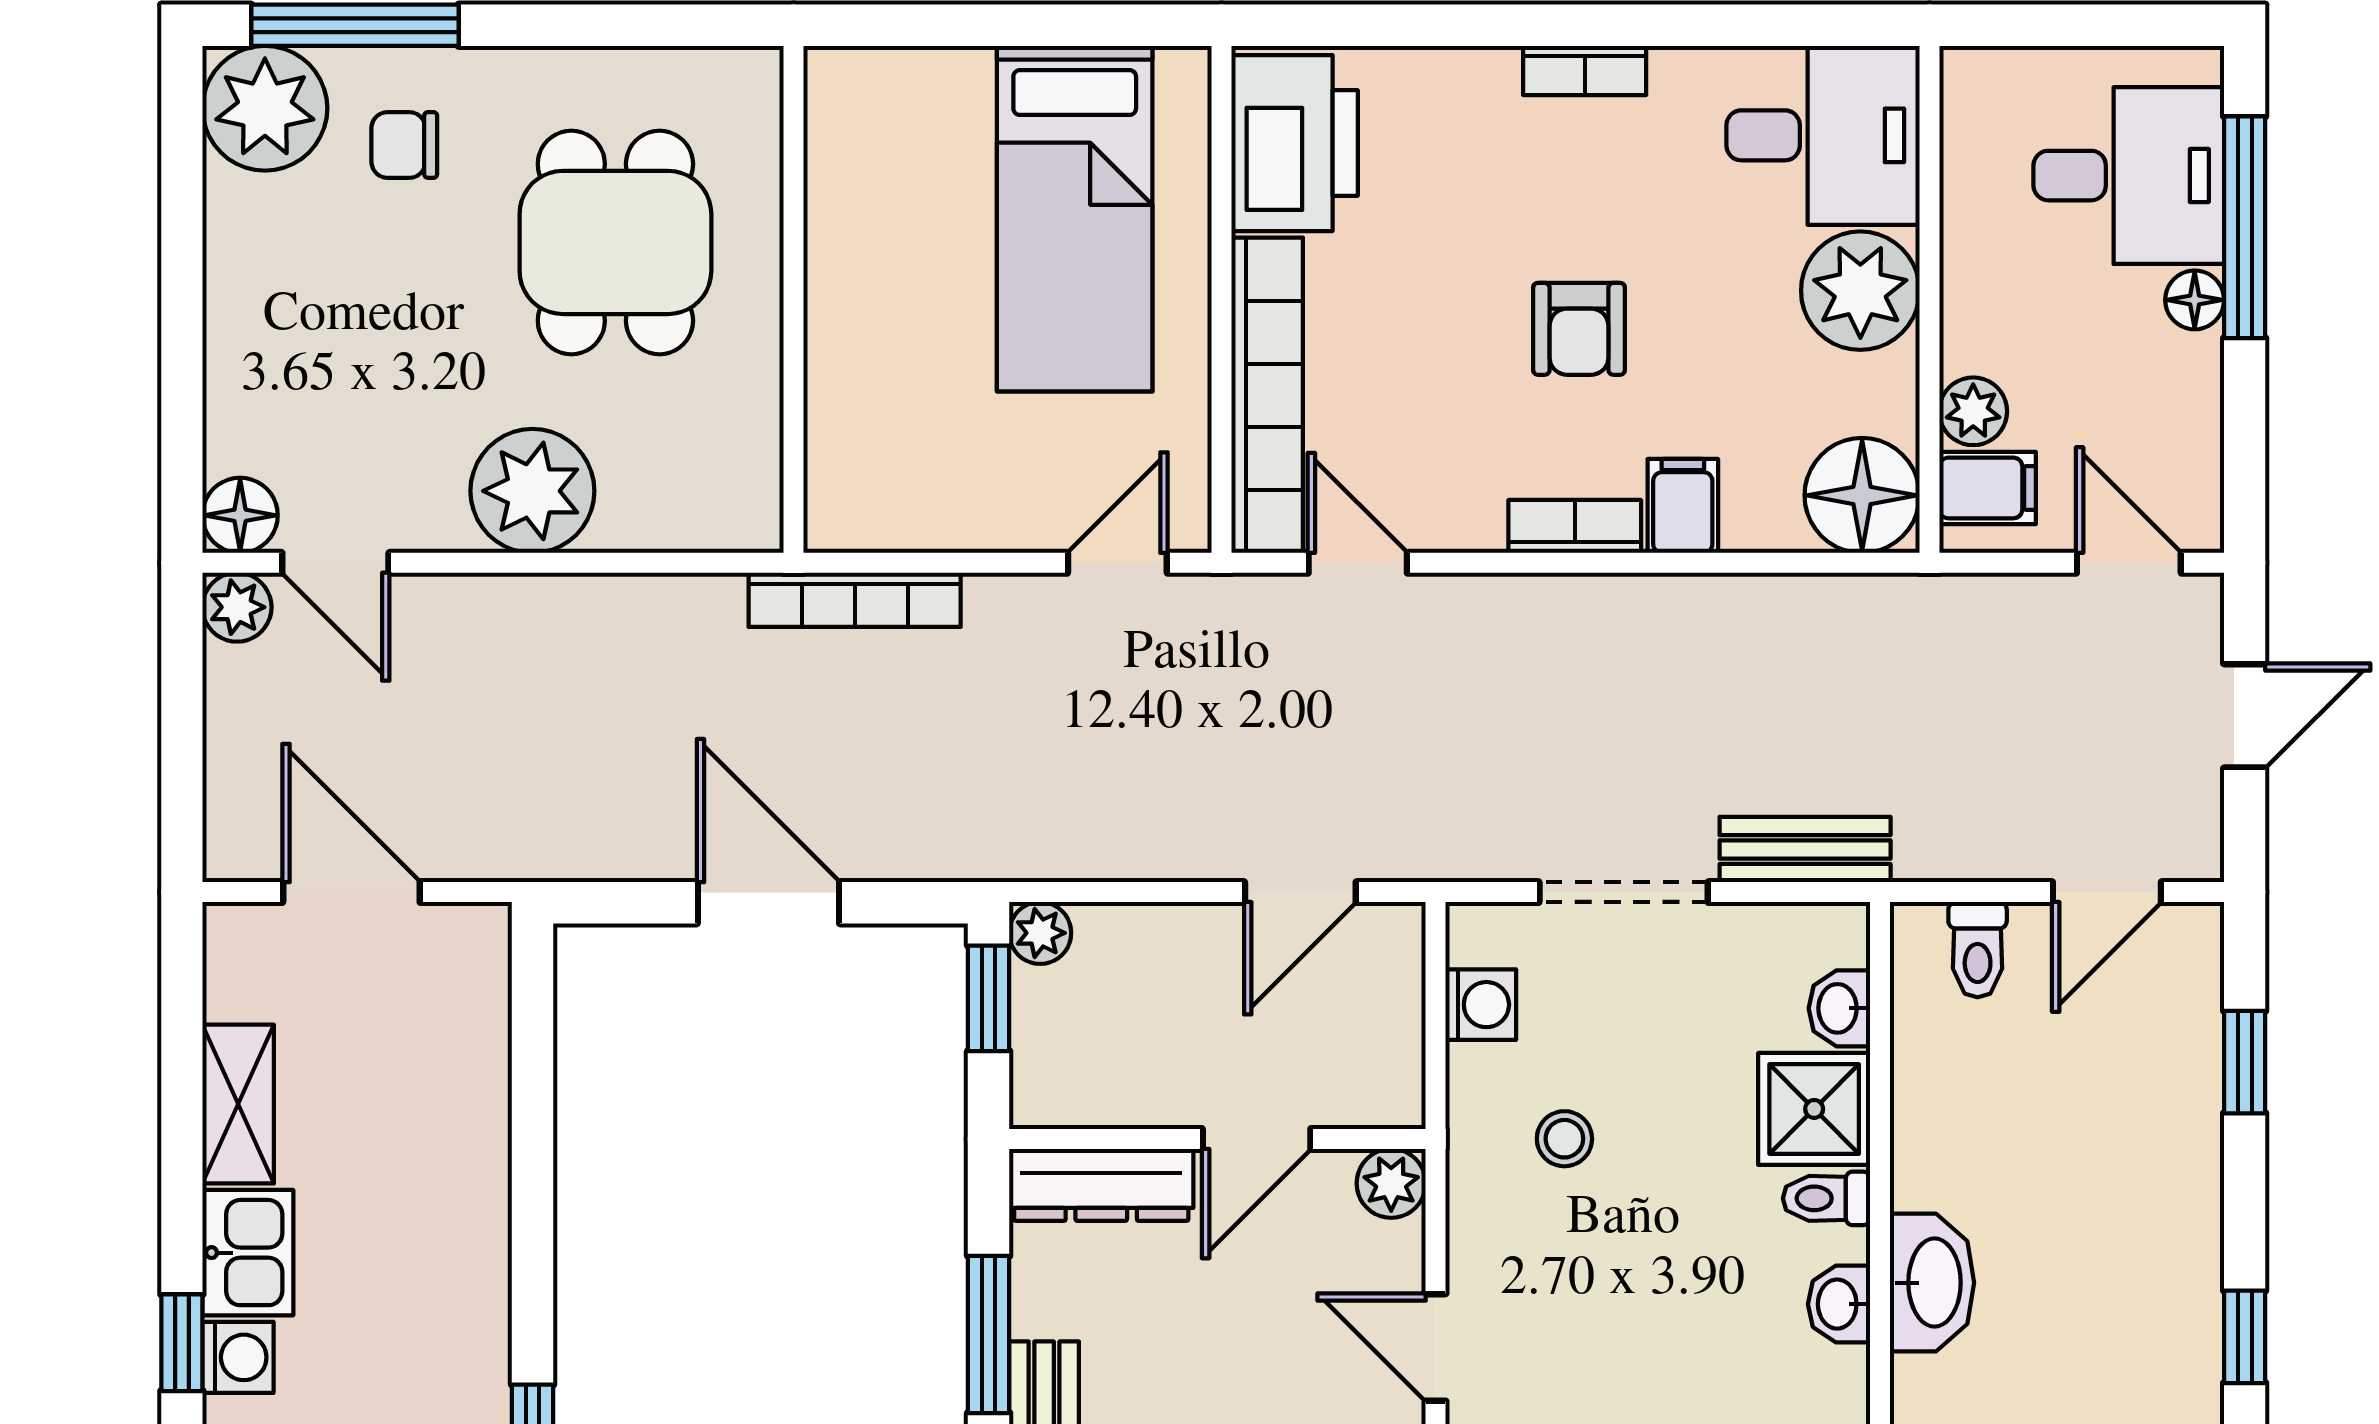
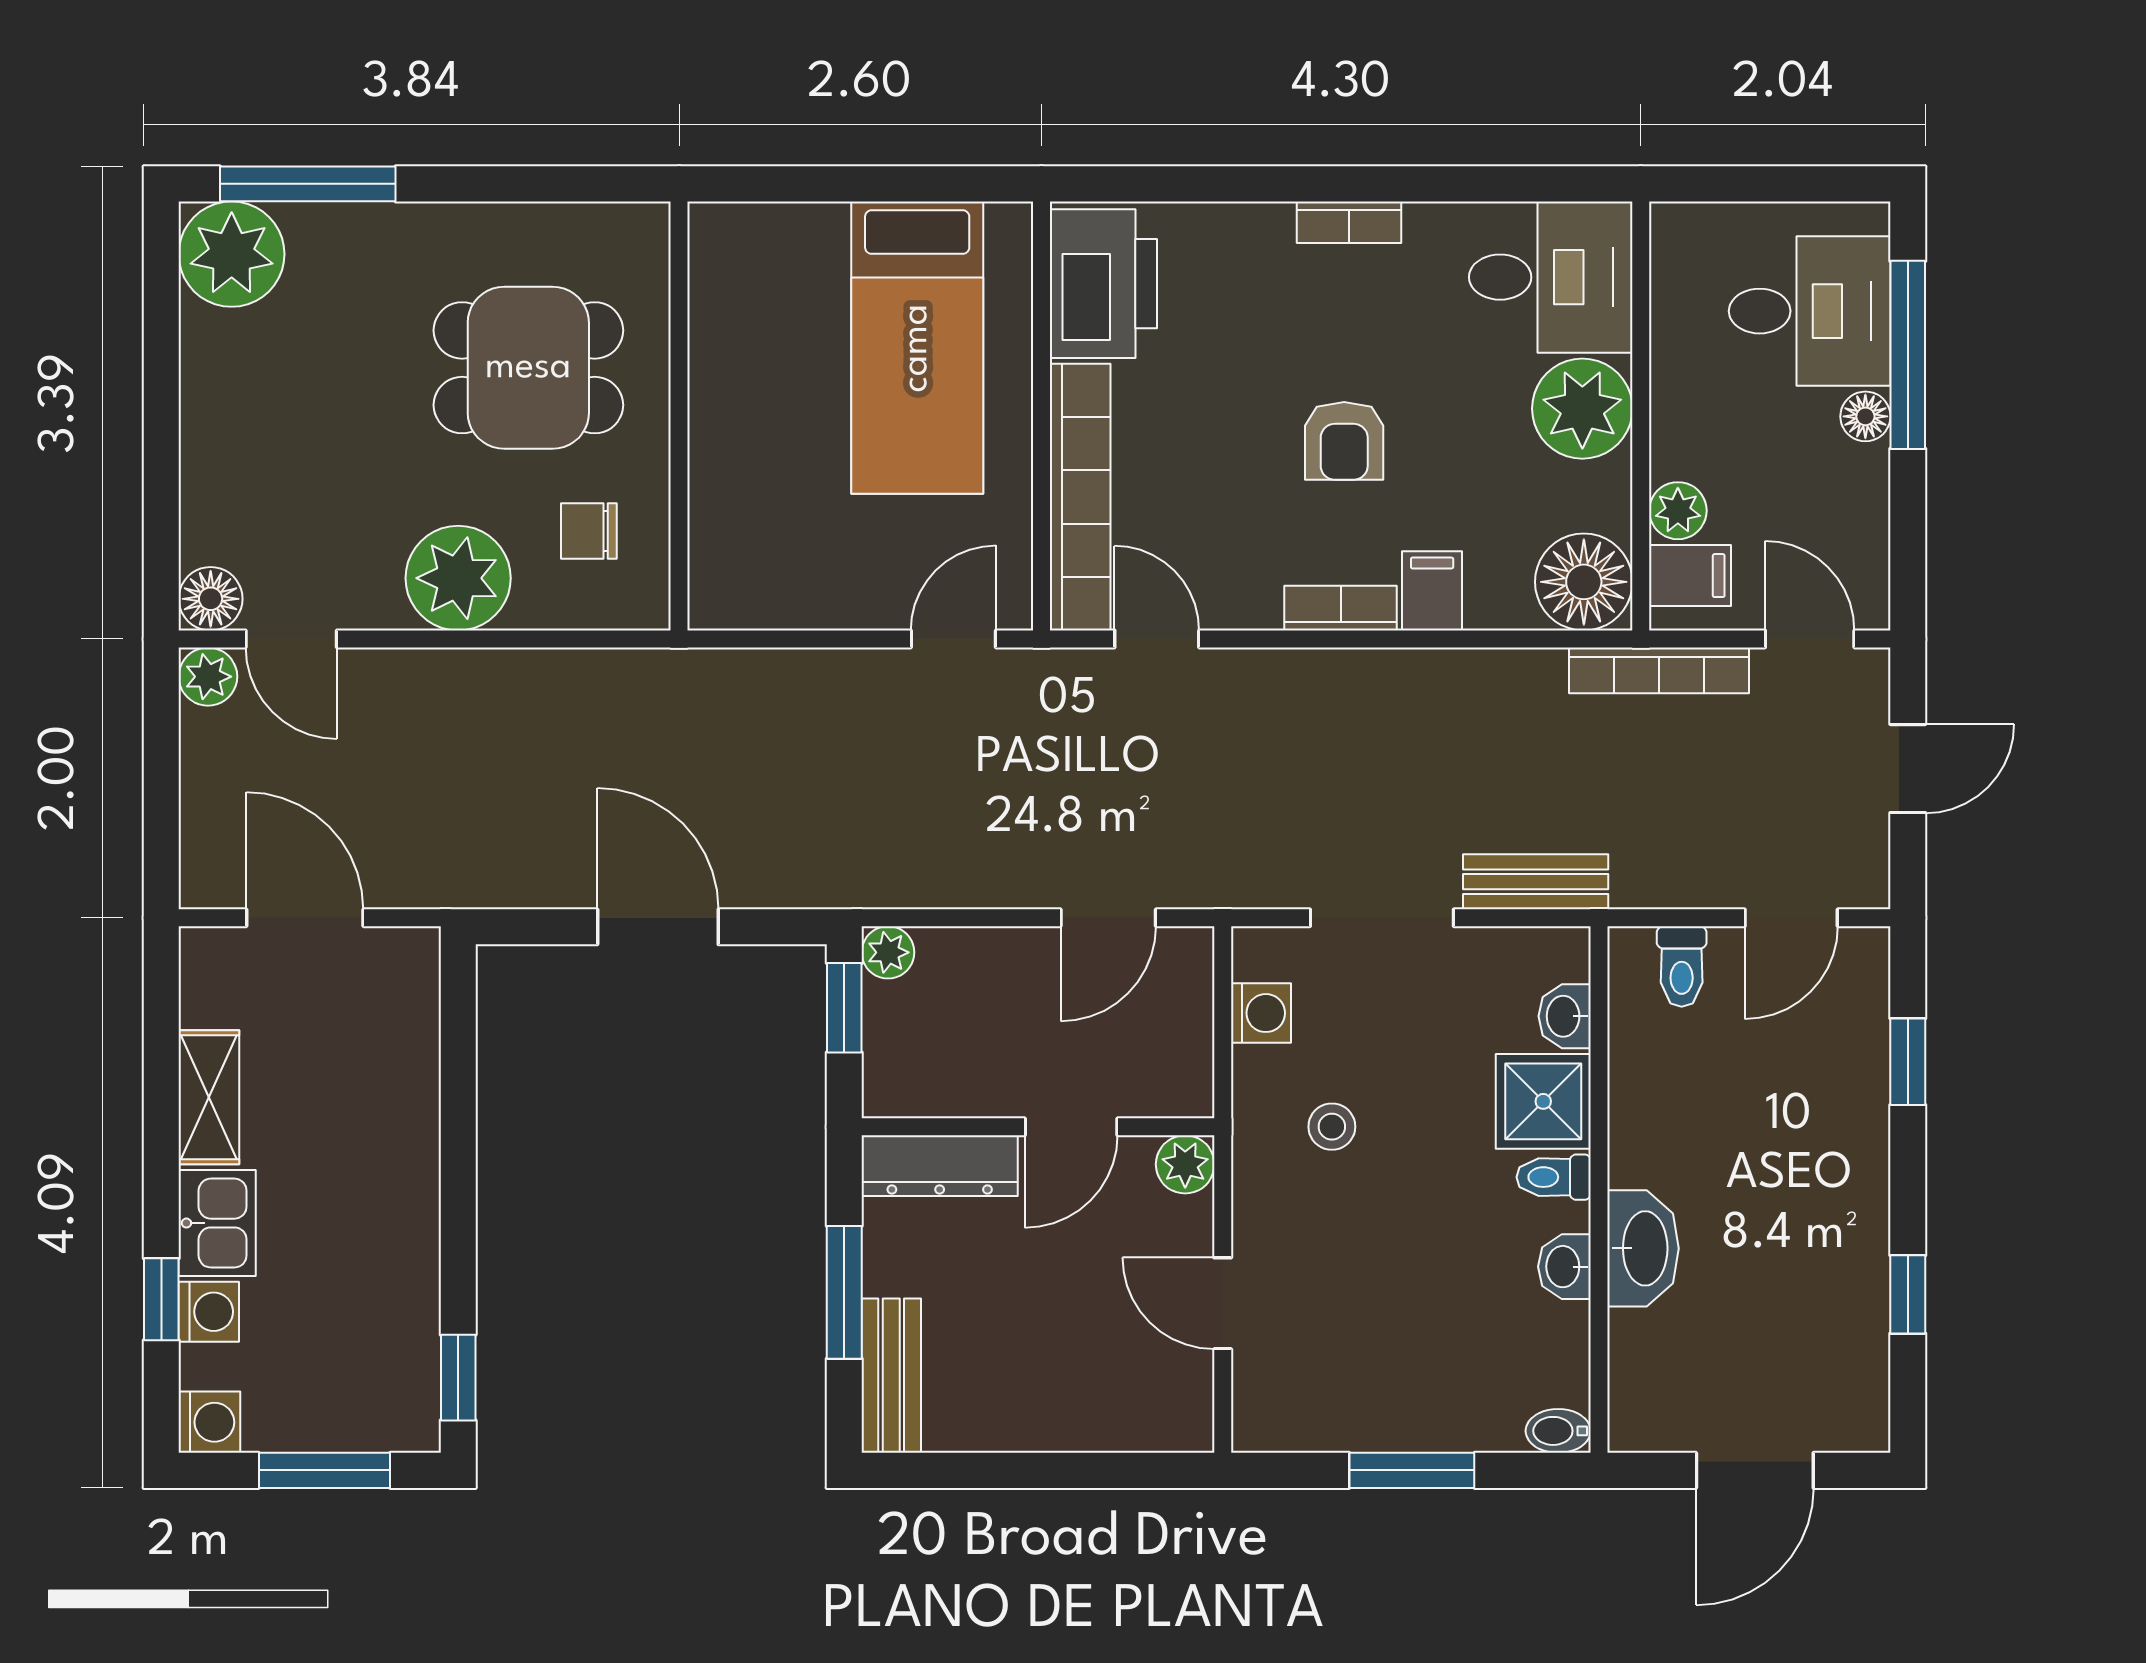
chair: (404, 145) -> (589, 531), moved
dining table: (615, 242) -> (528, 368), turned 90
bookcase: (855, 600) -> (1659, 670), moved

